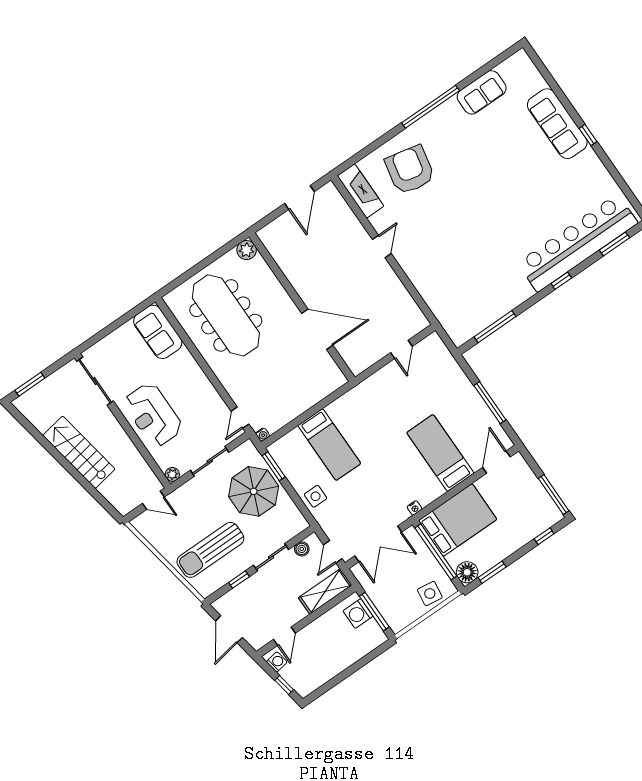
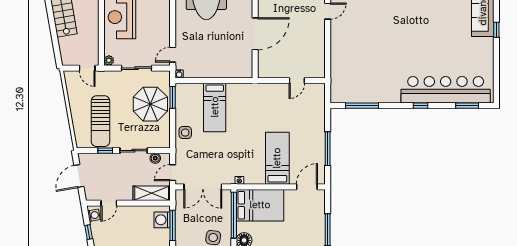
door: (317, 329) -> (255, 34), hinge flipped
sun lounger: (210, 550) -> (100, 121), turned -90

